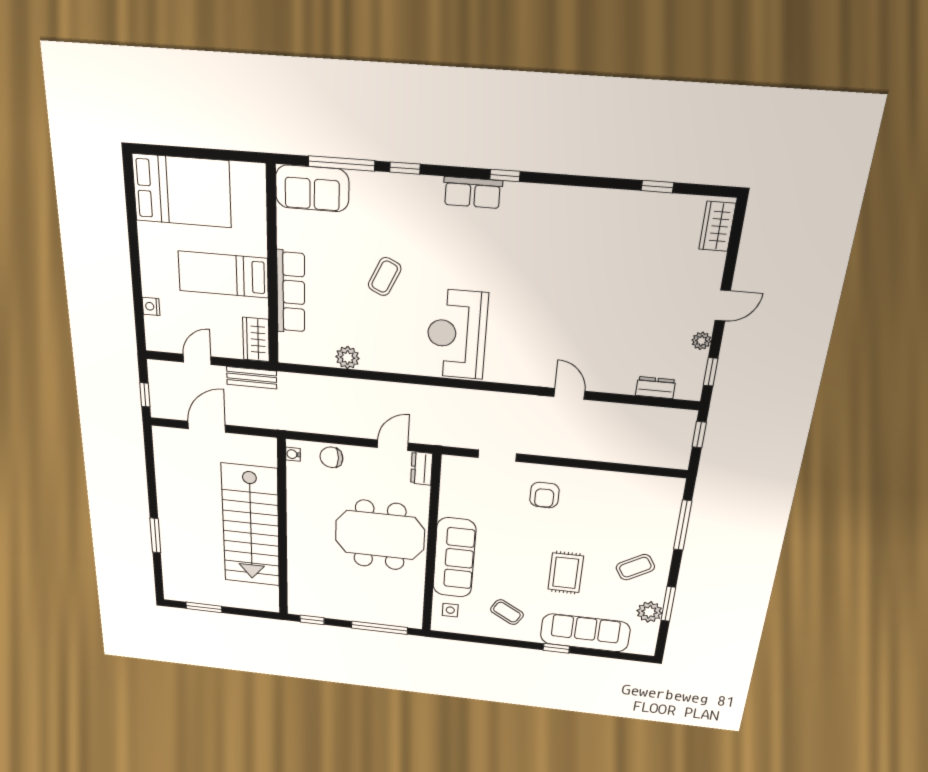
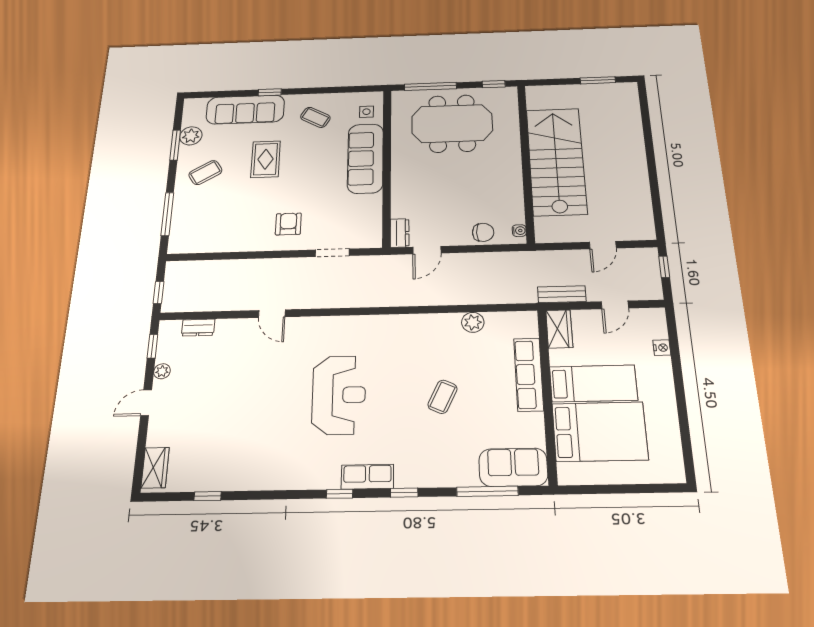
window: (405, 168) -> (404, 493), moved
bed: (182, 191) -> (600, 432), moved, turned 180
reception desk: (457, 334) -> (339, 395), moved
door: (207, 427) -> (603, 245), width x0.73
window: (155, 535) -> (648, 140), removed
meeting table: (380, 535) -> (452, 124), moved

